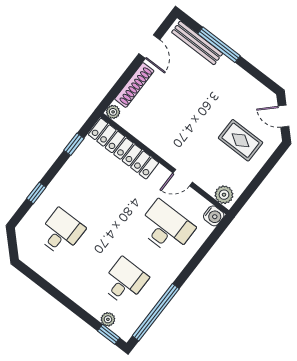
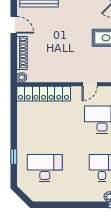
window: (74, 144) -> (14, 113), removed
desk: (61, 232) -> (45, 168), width x1.37

